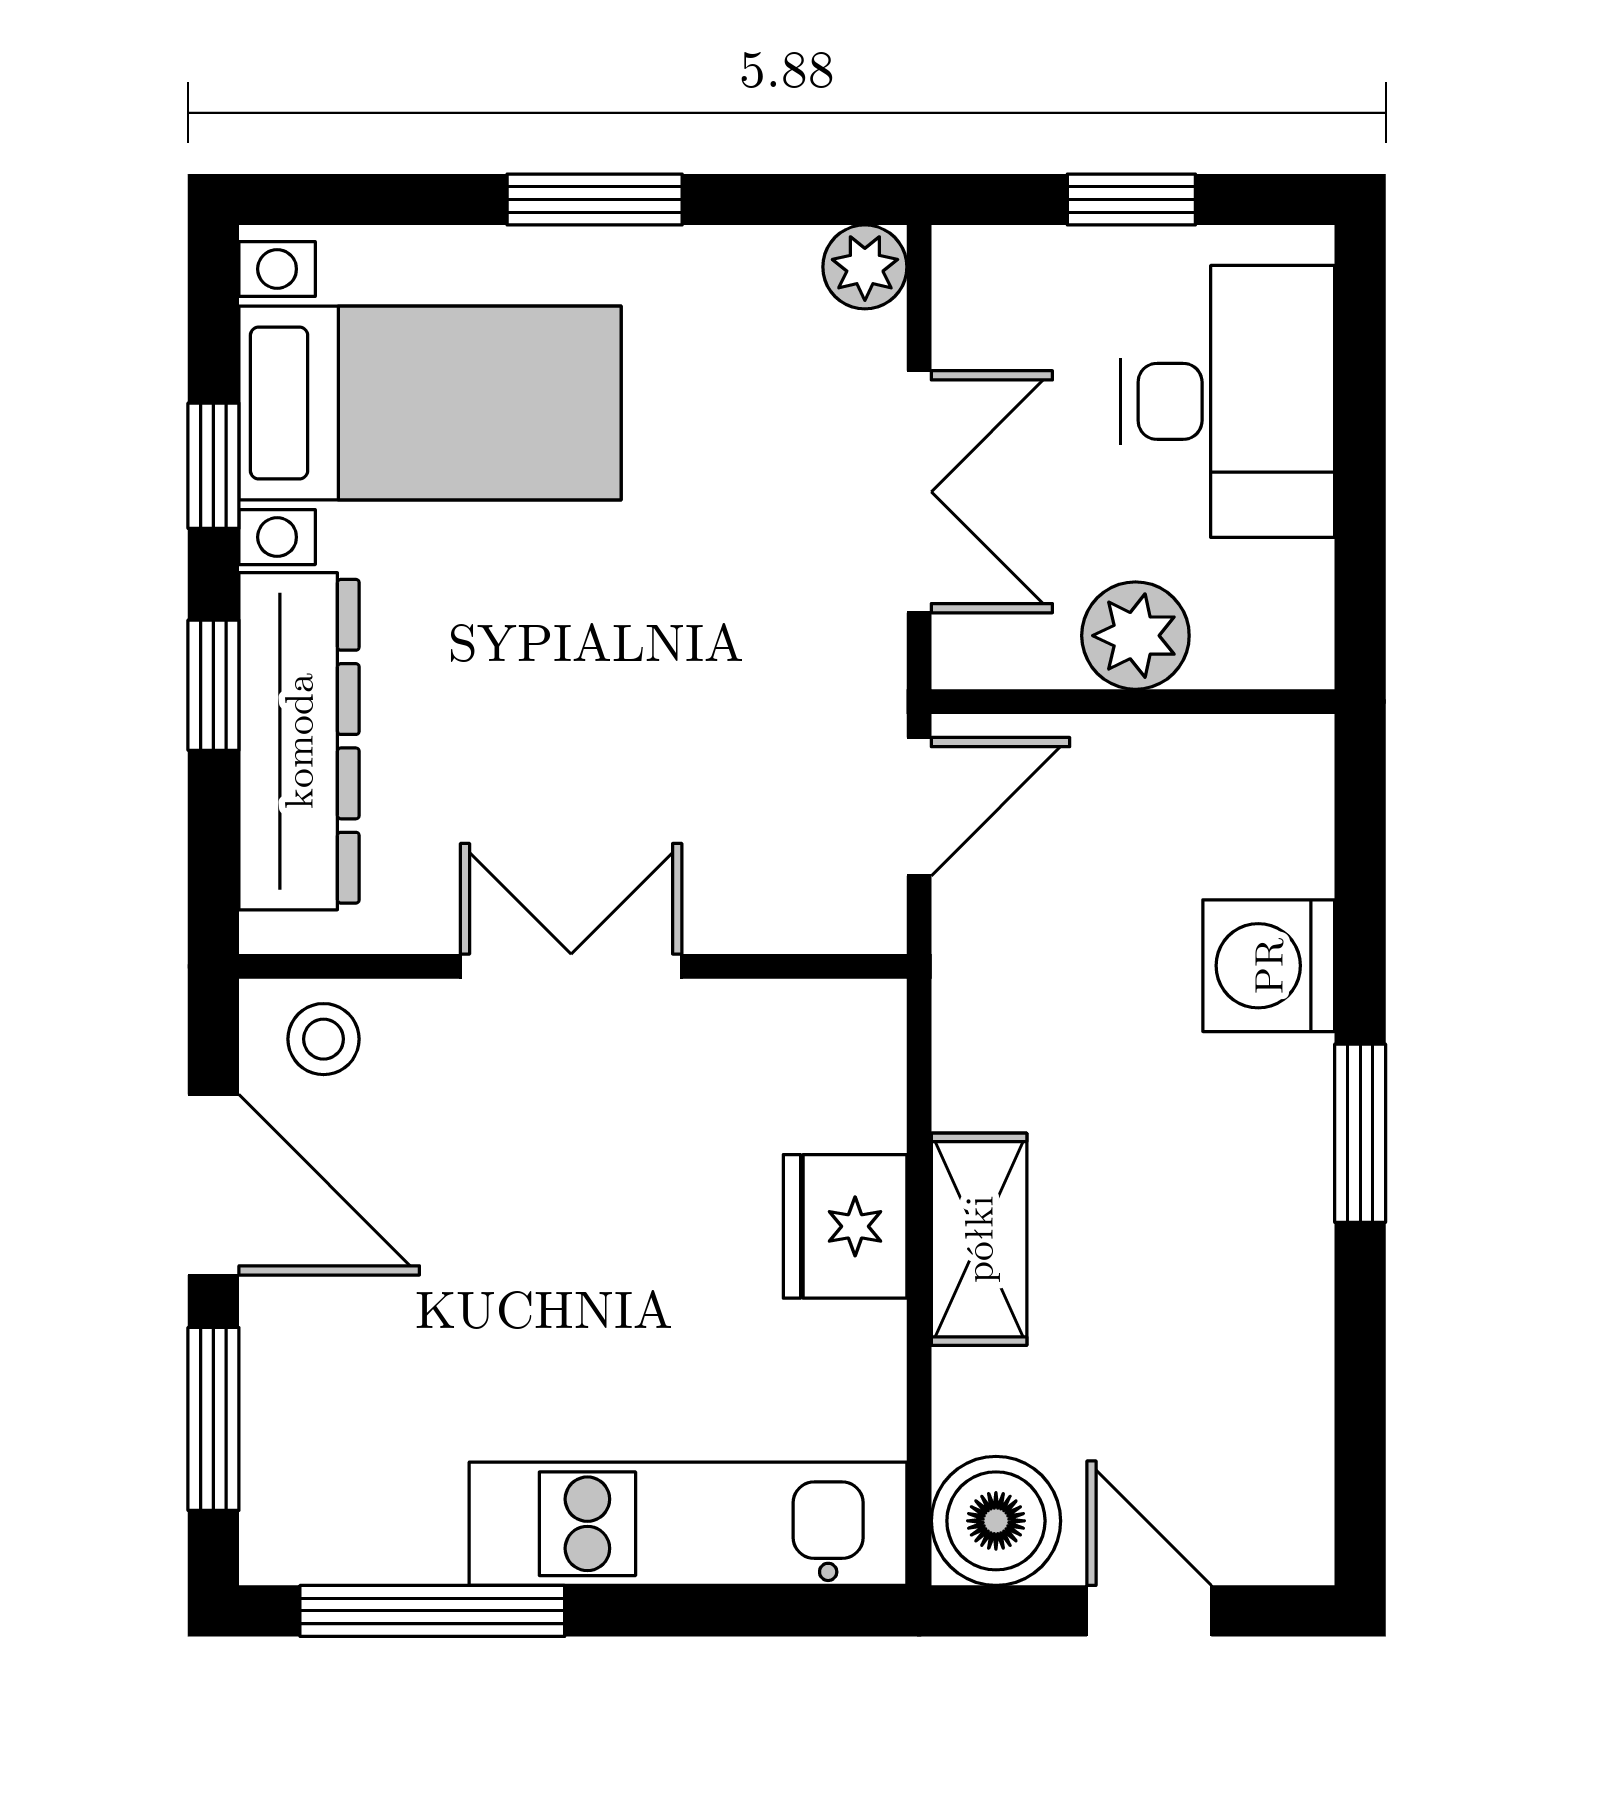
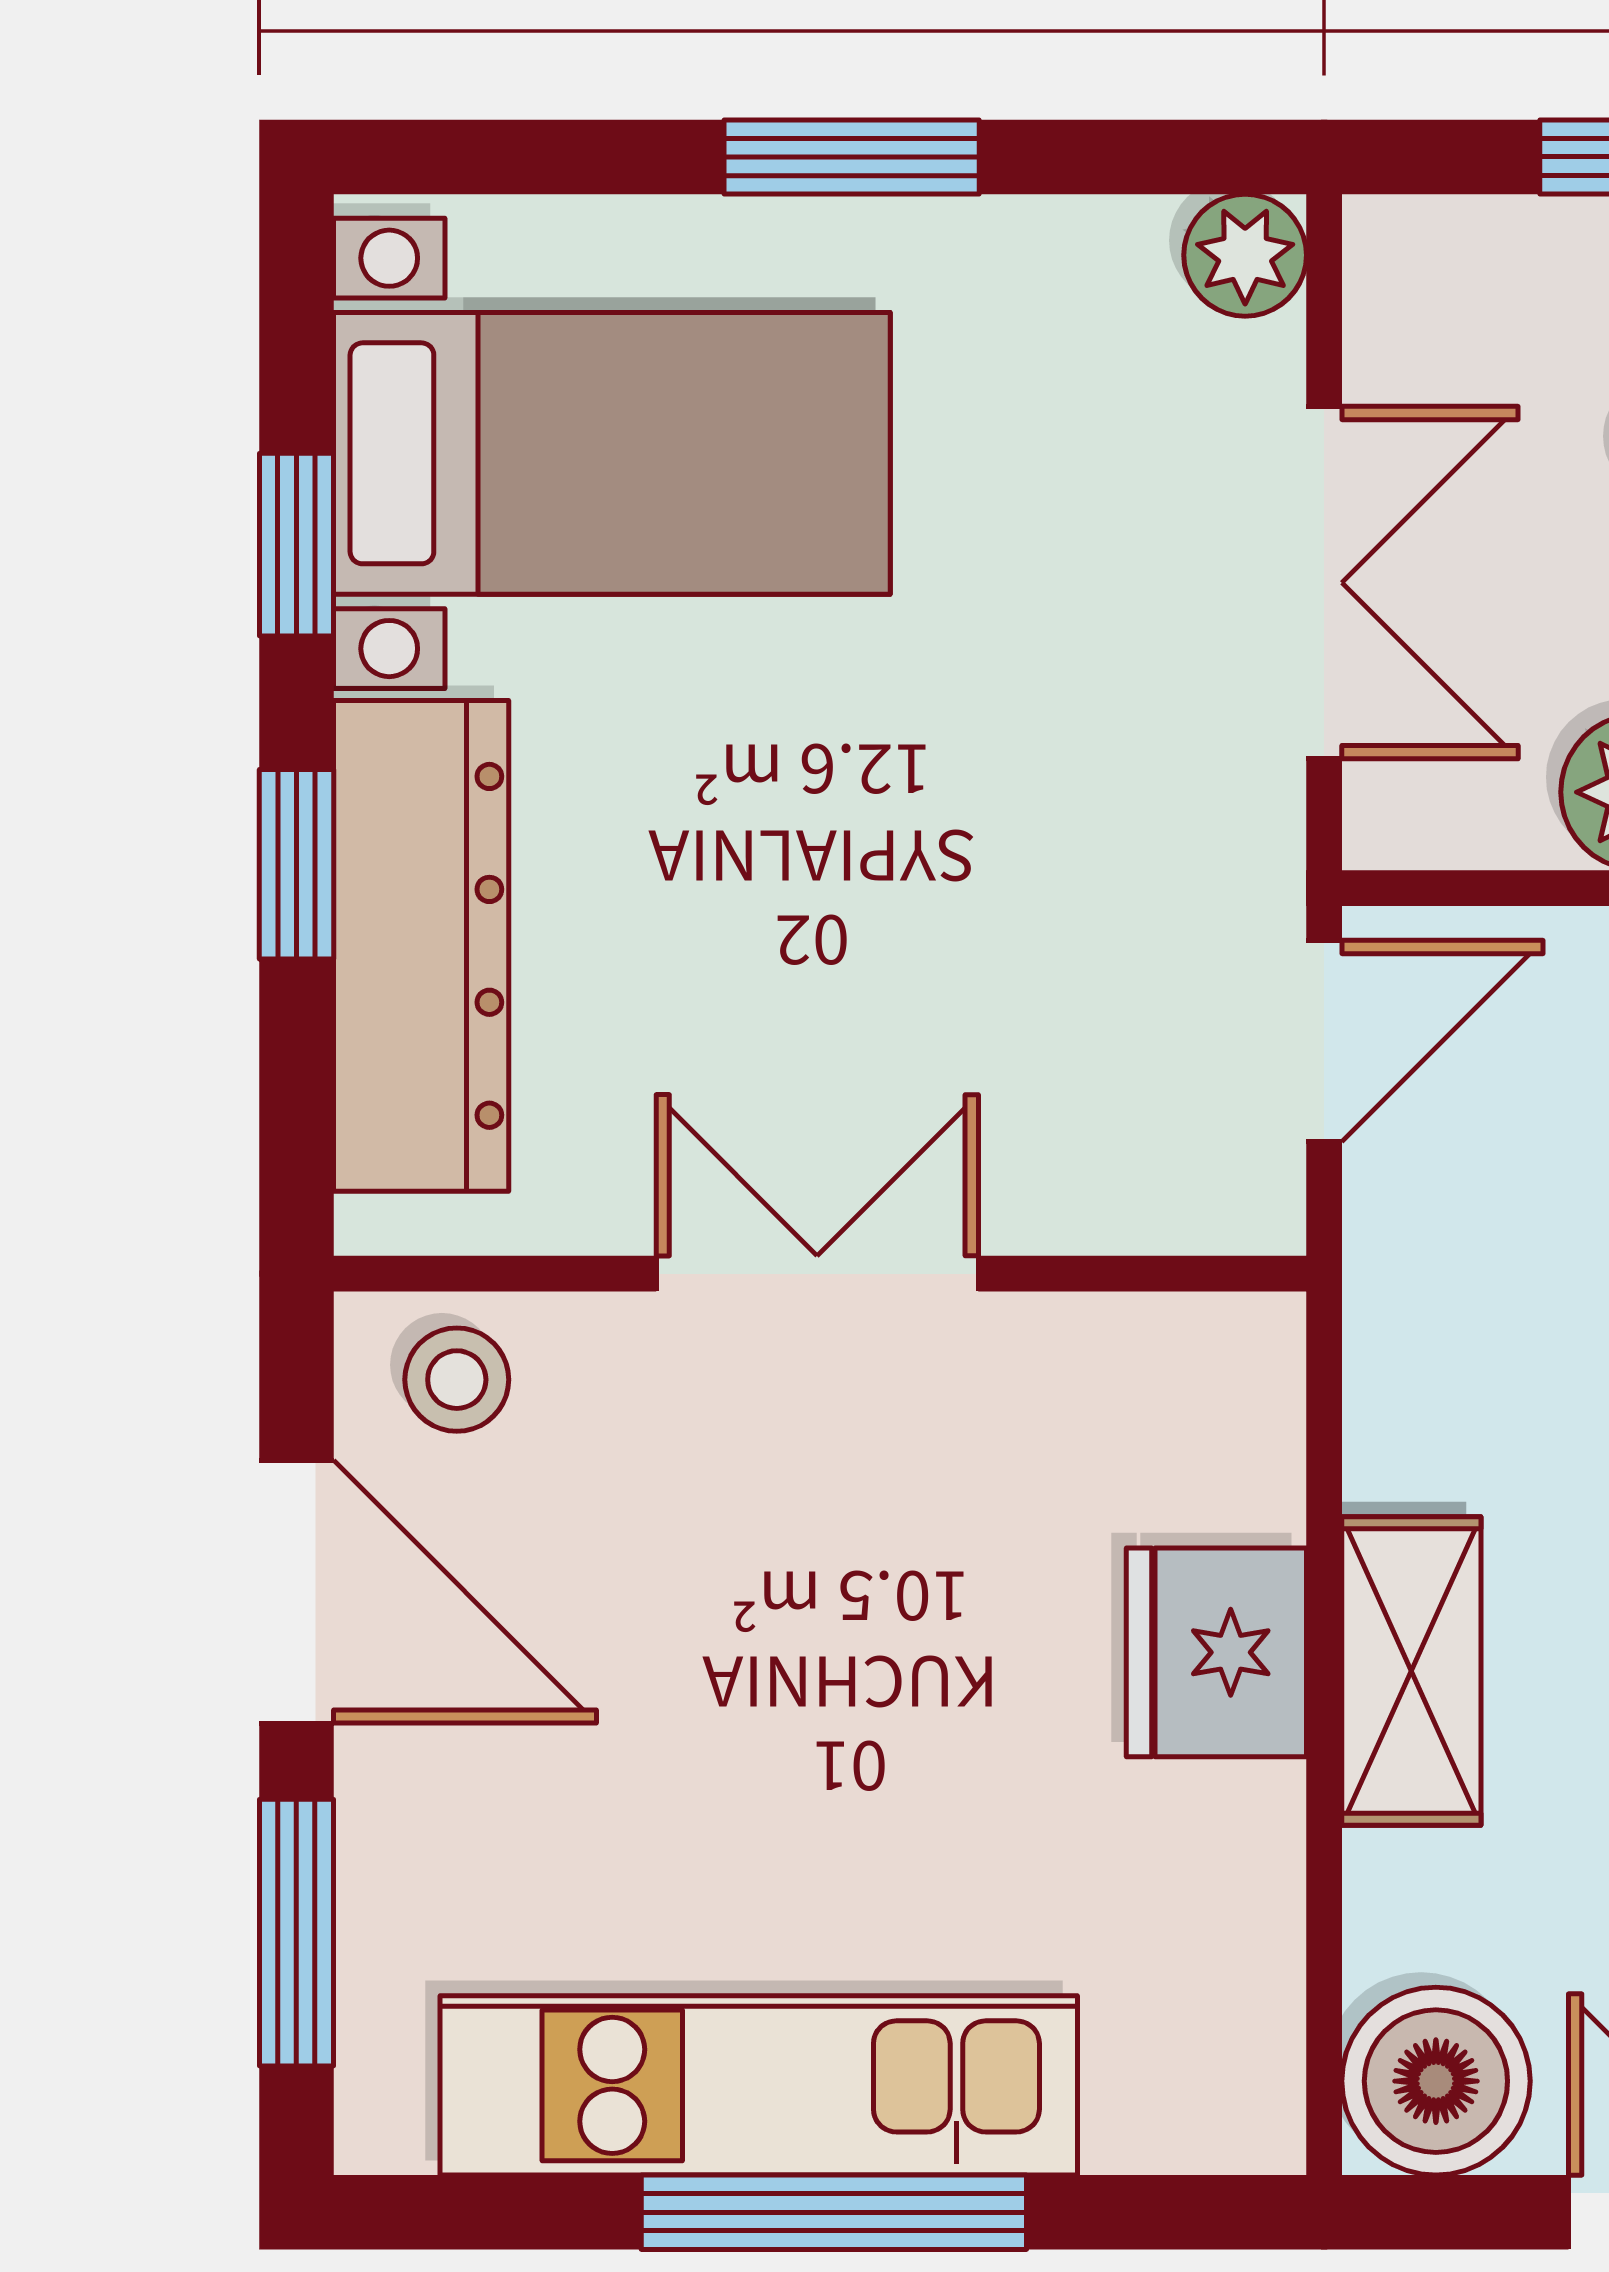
kitchen unit: (688, 1524) -> (759, 2085), moved
window: (432, 1611) -> (834, 2212), moved

